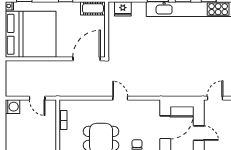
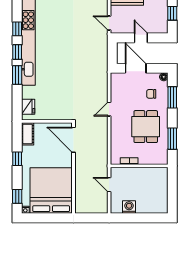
door: (37, 98) -> (109, 185), swing flipped
washing machine: (12, 107) -> (129, 207), moved
door: (199, 133) -> (141, 38), hinge flipped

